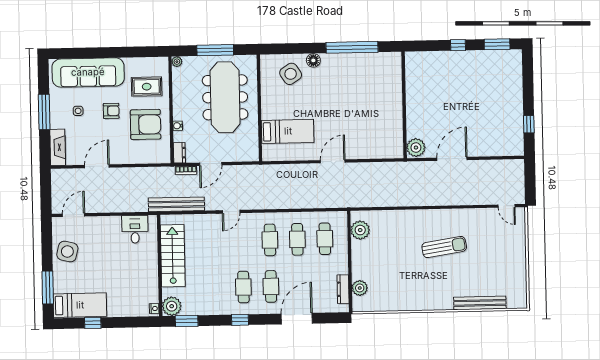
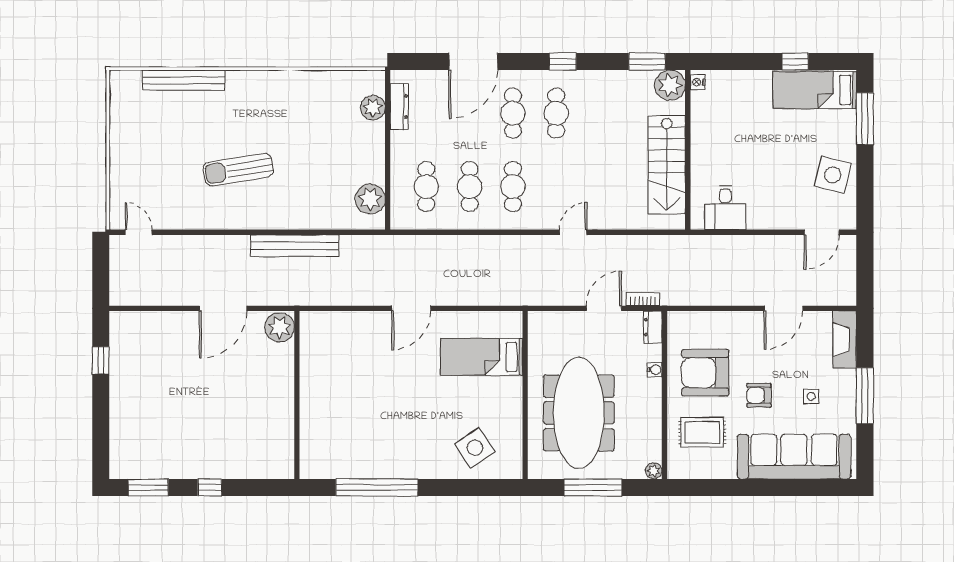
floor lamp: (313, 60) -> (438, 468), removed
bench: (176, 204) -> (295, 246), moved

